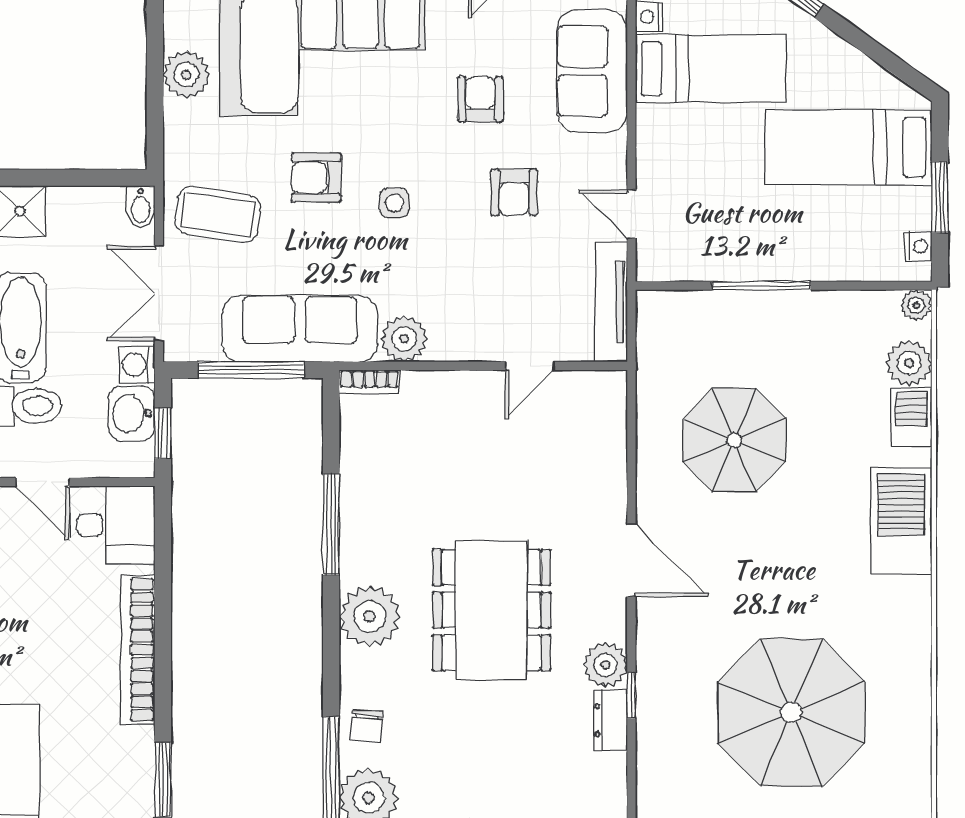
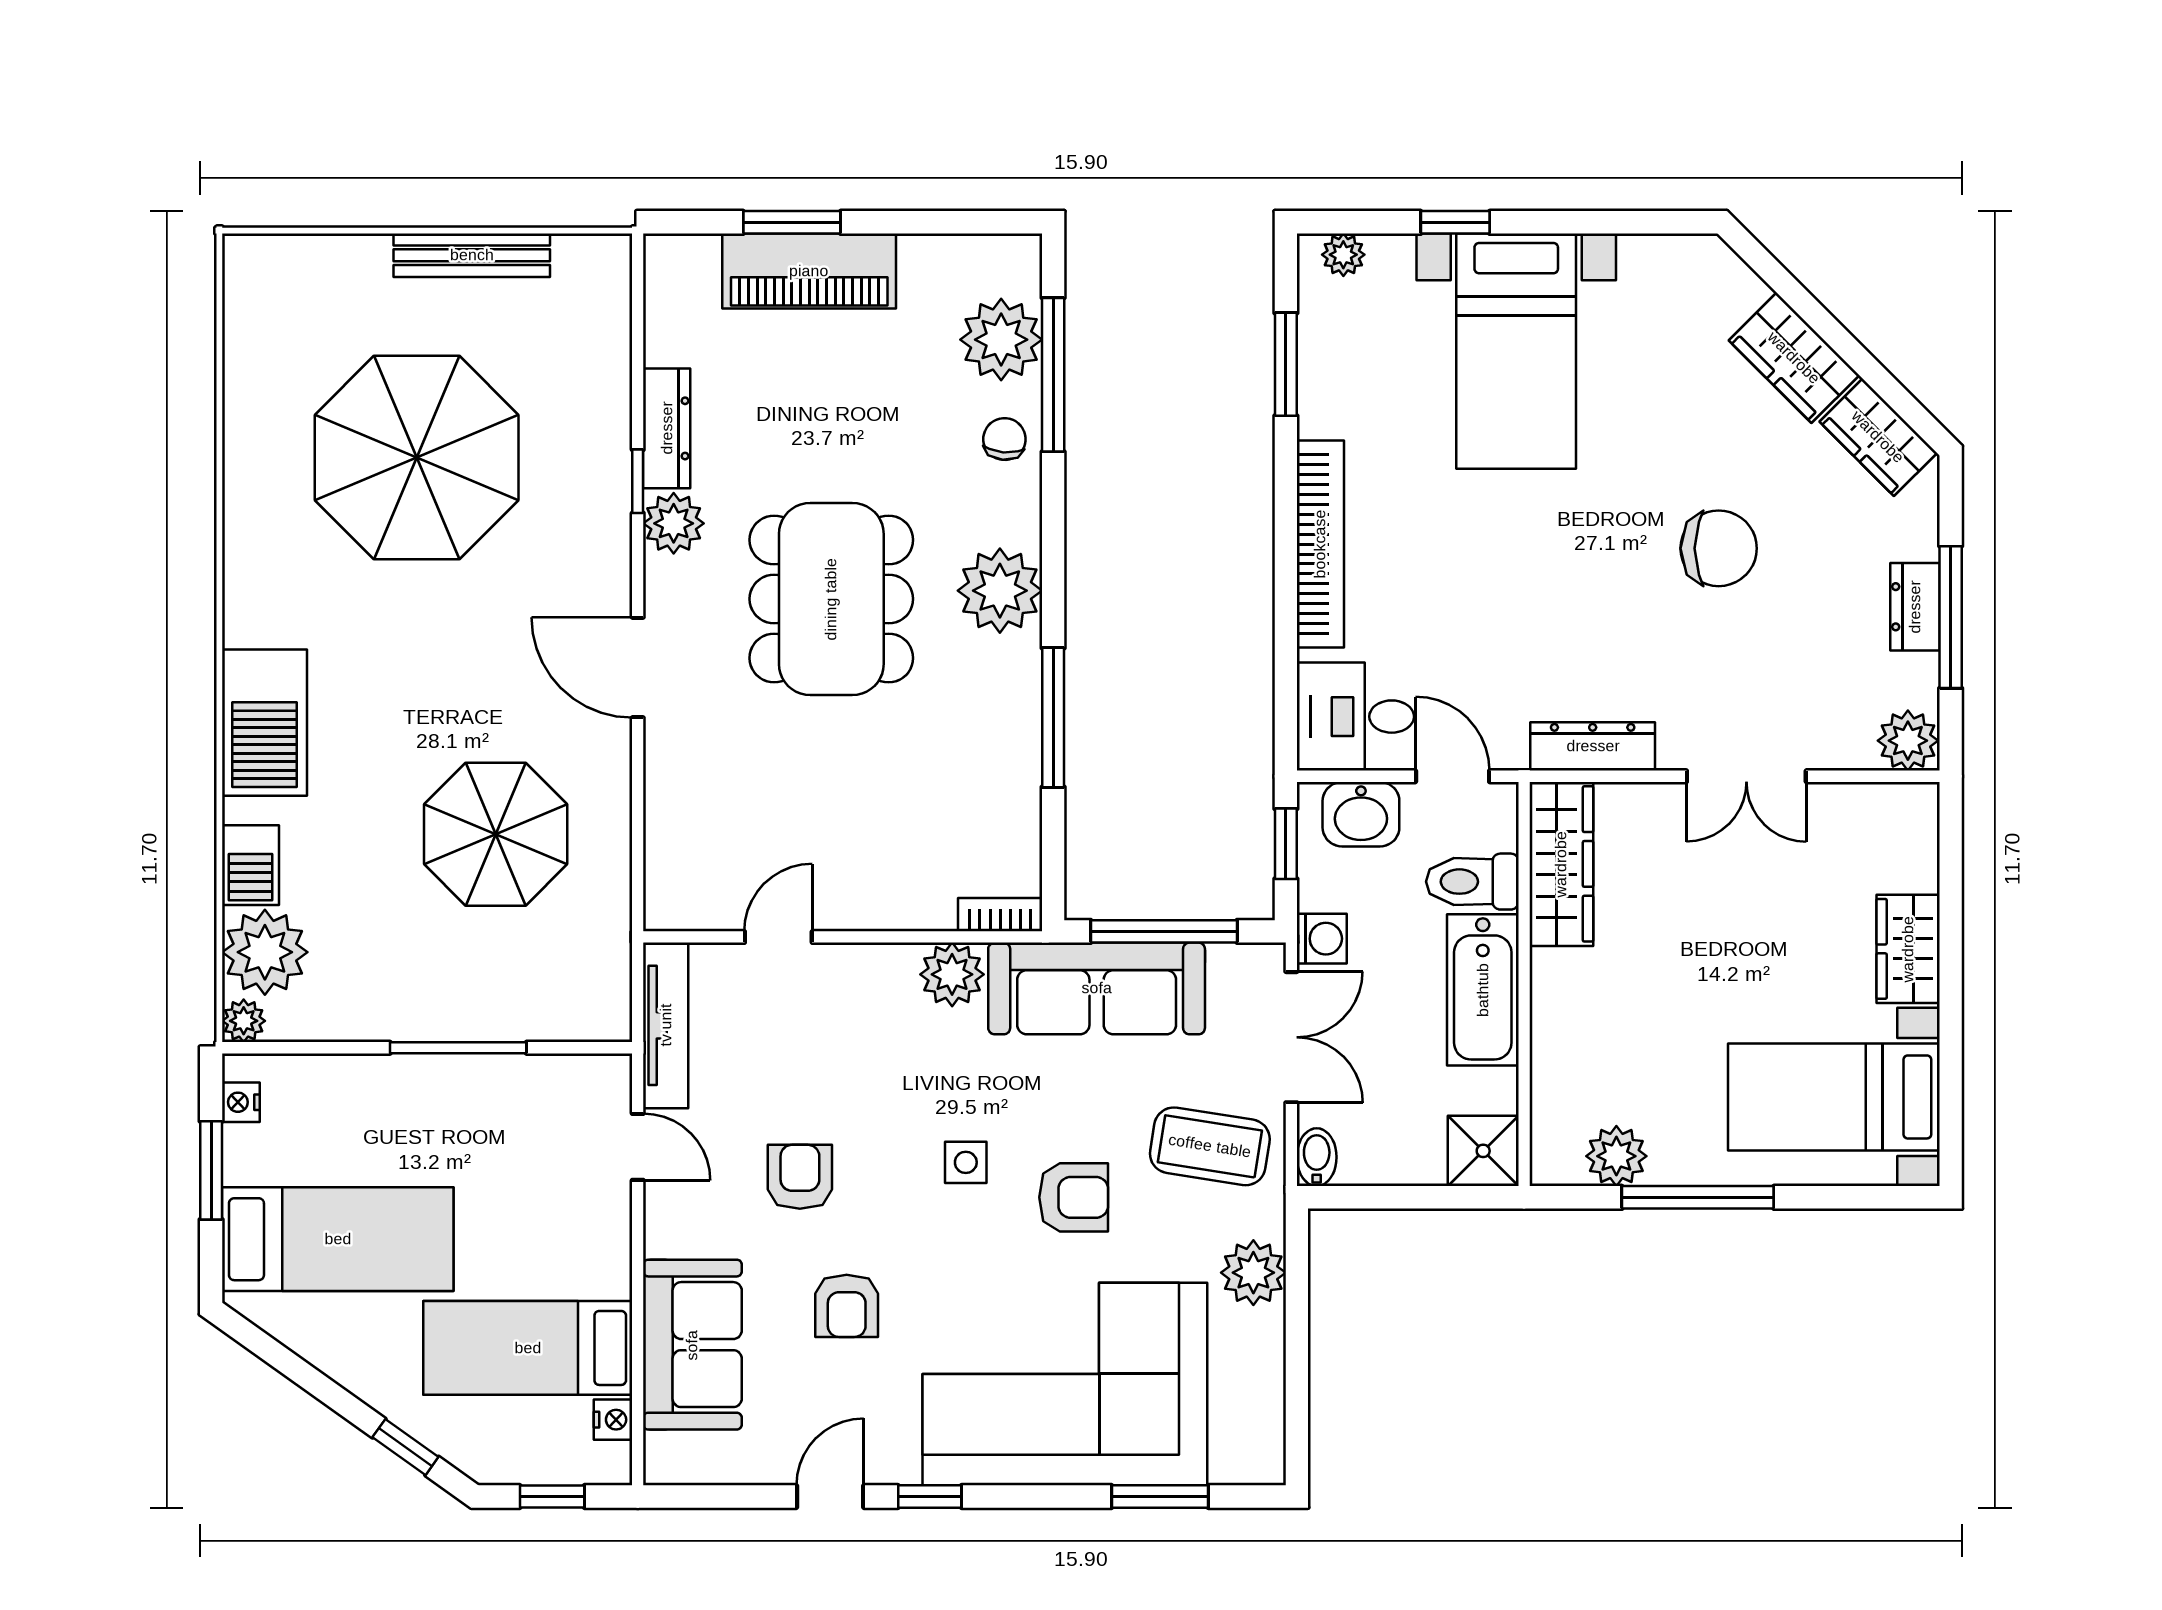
plant: (186, 74) -> (1253, 1273), moved
plant: (909, 363) -> (265, 952), width x1.36, depth x1.36
washbasin: (131, 414) -> (1361, 814), moved, turned 90
dresser: (610, 720) -> (667, 428), width x1.44

